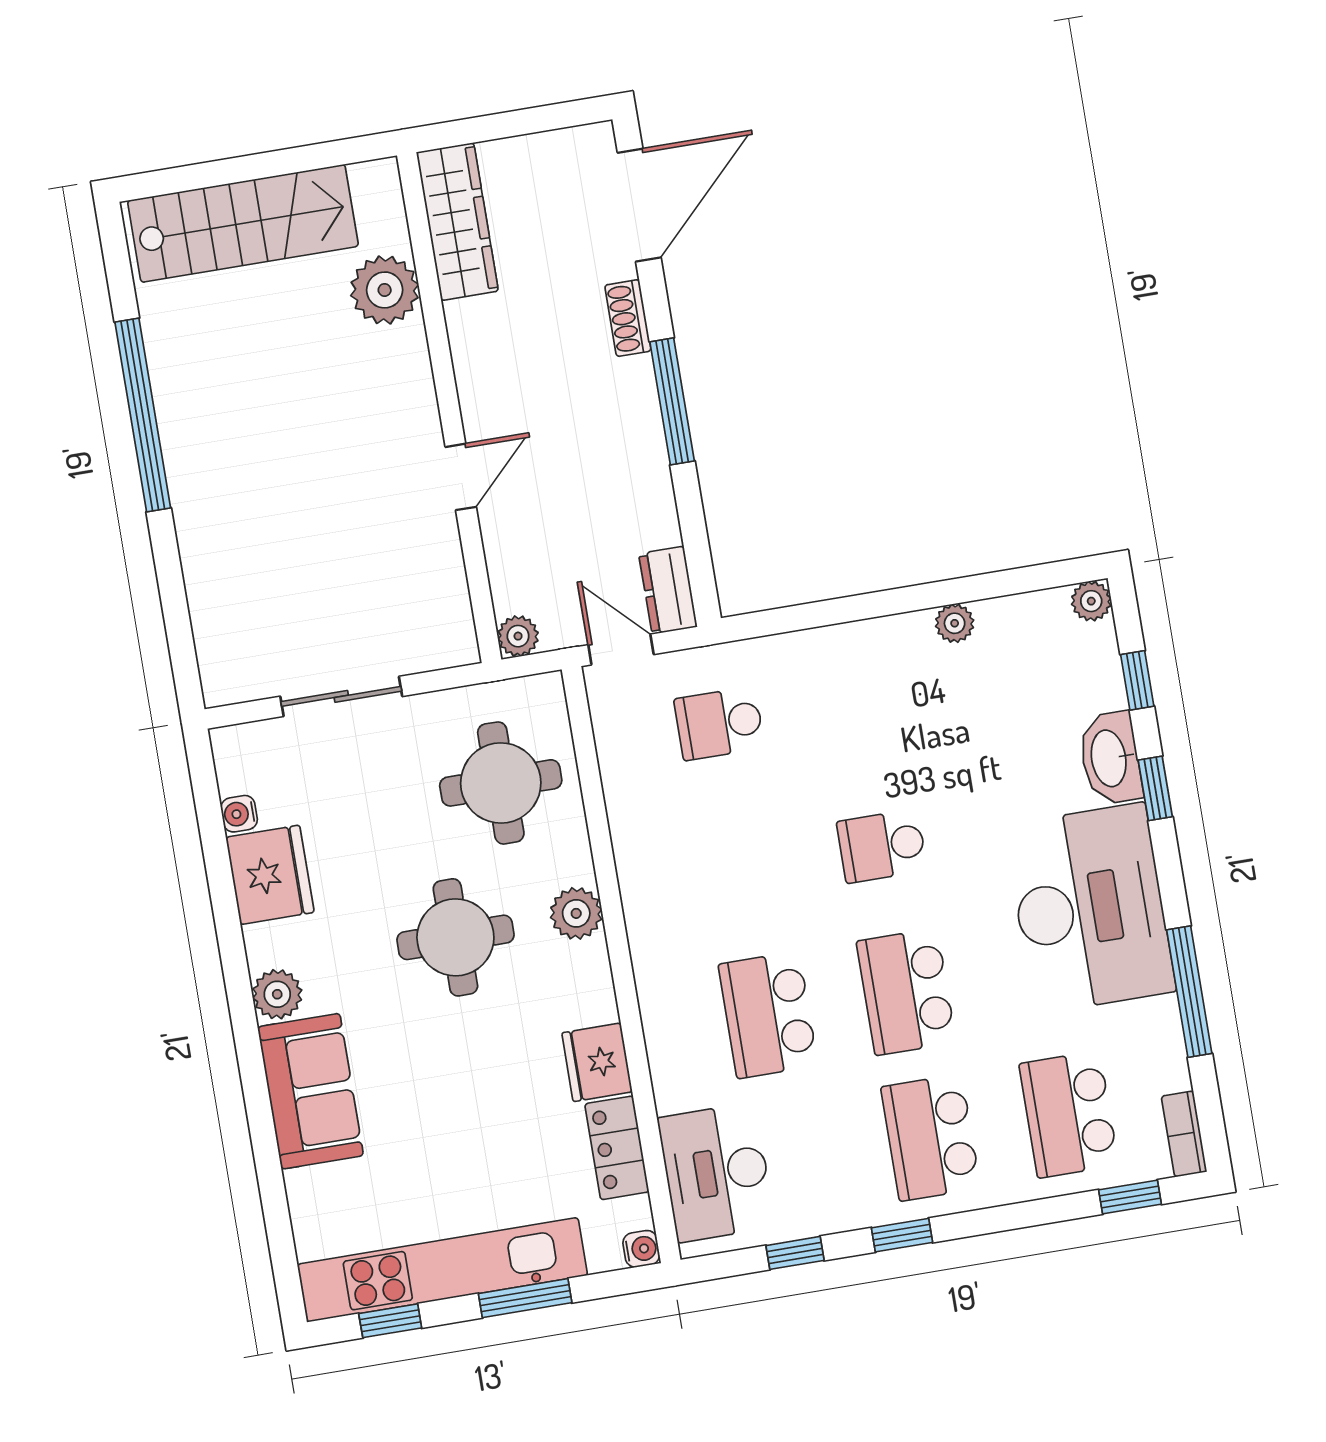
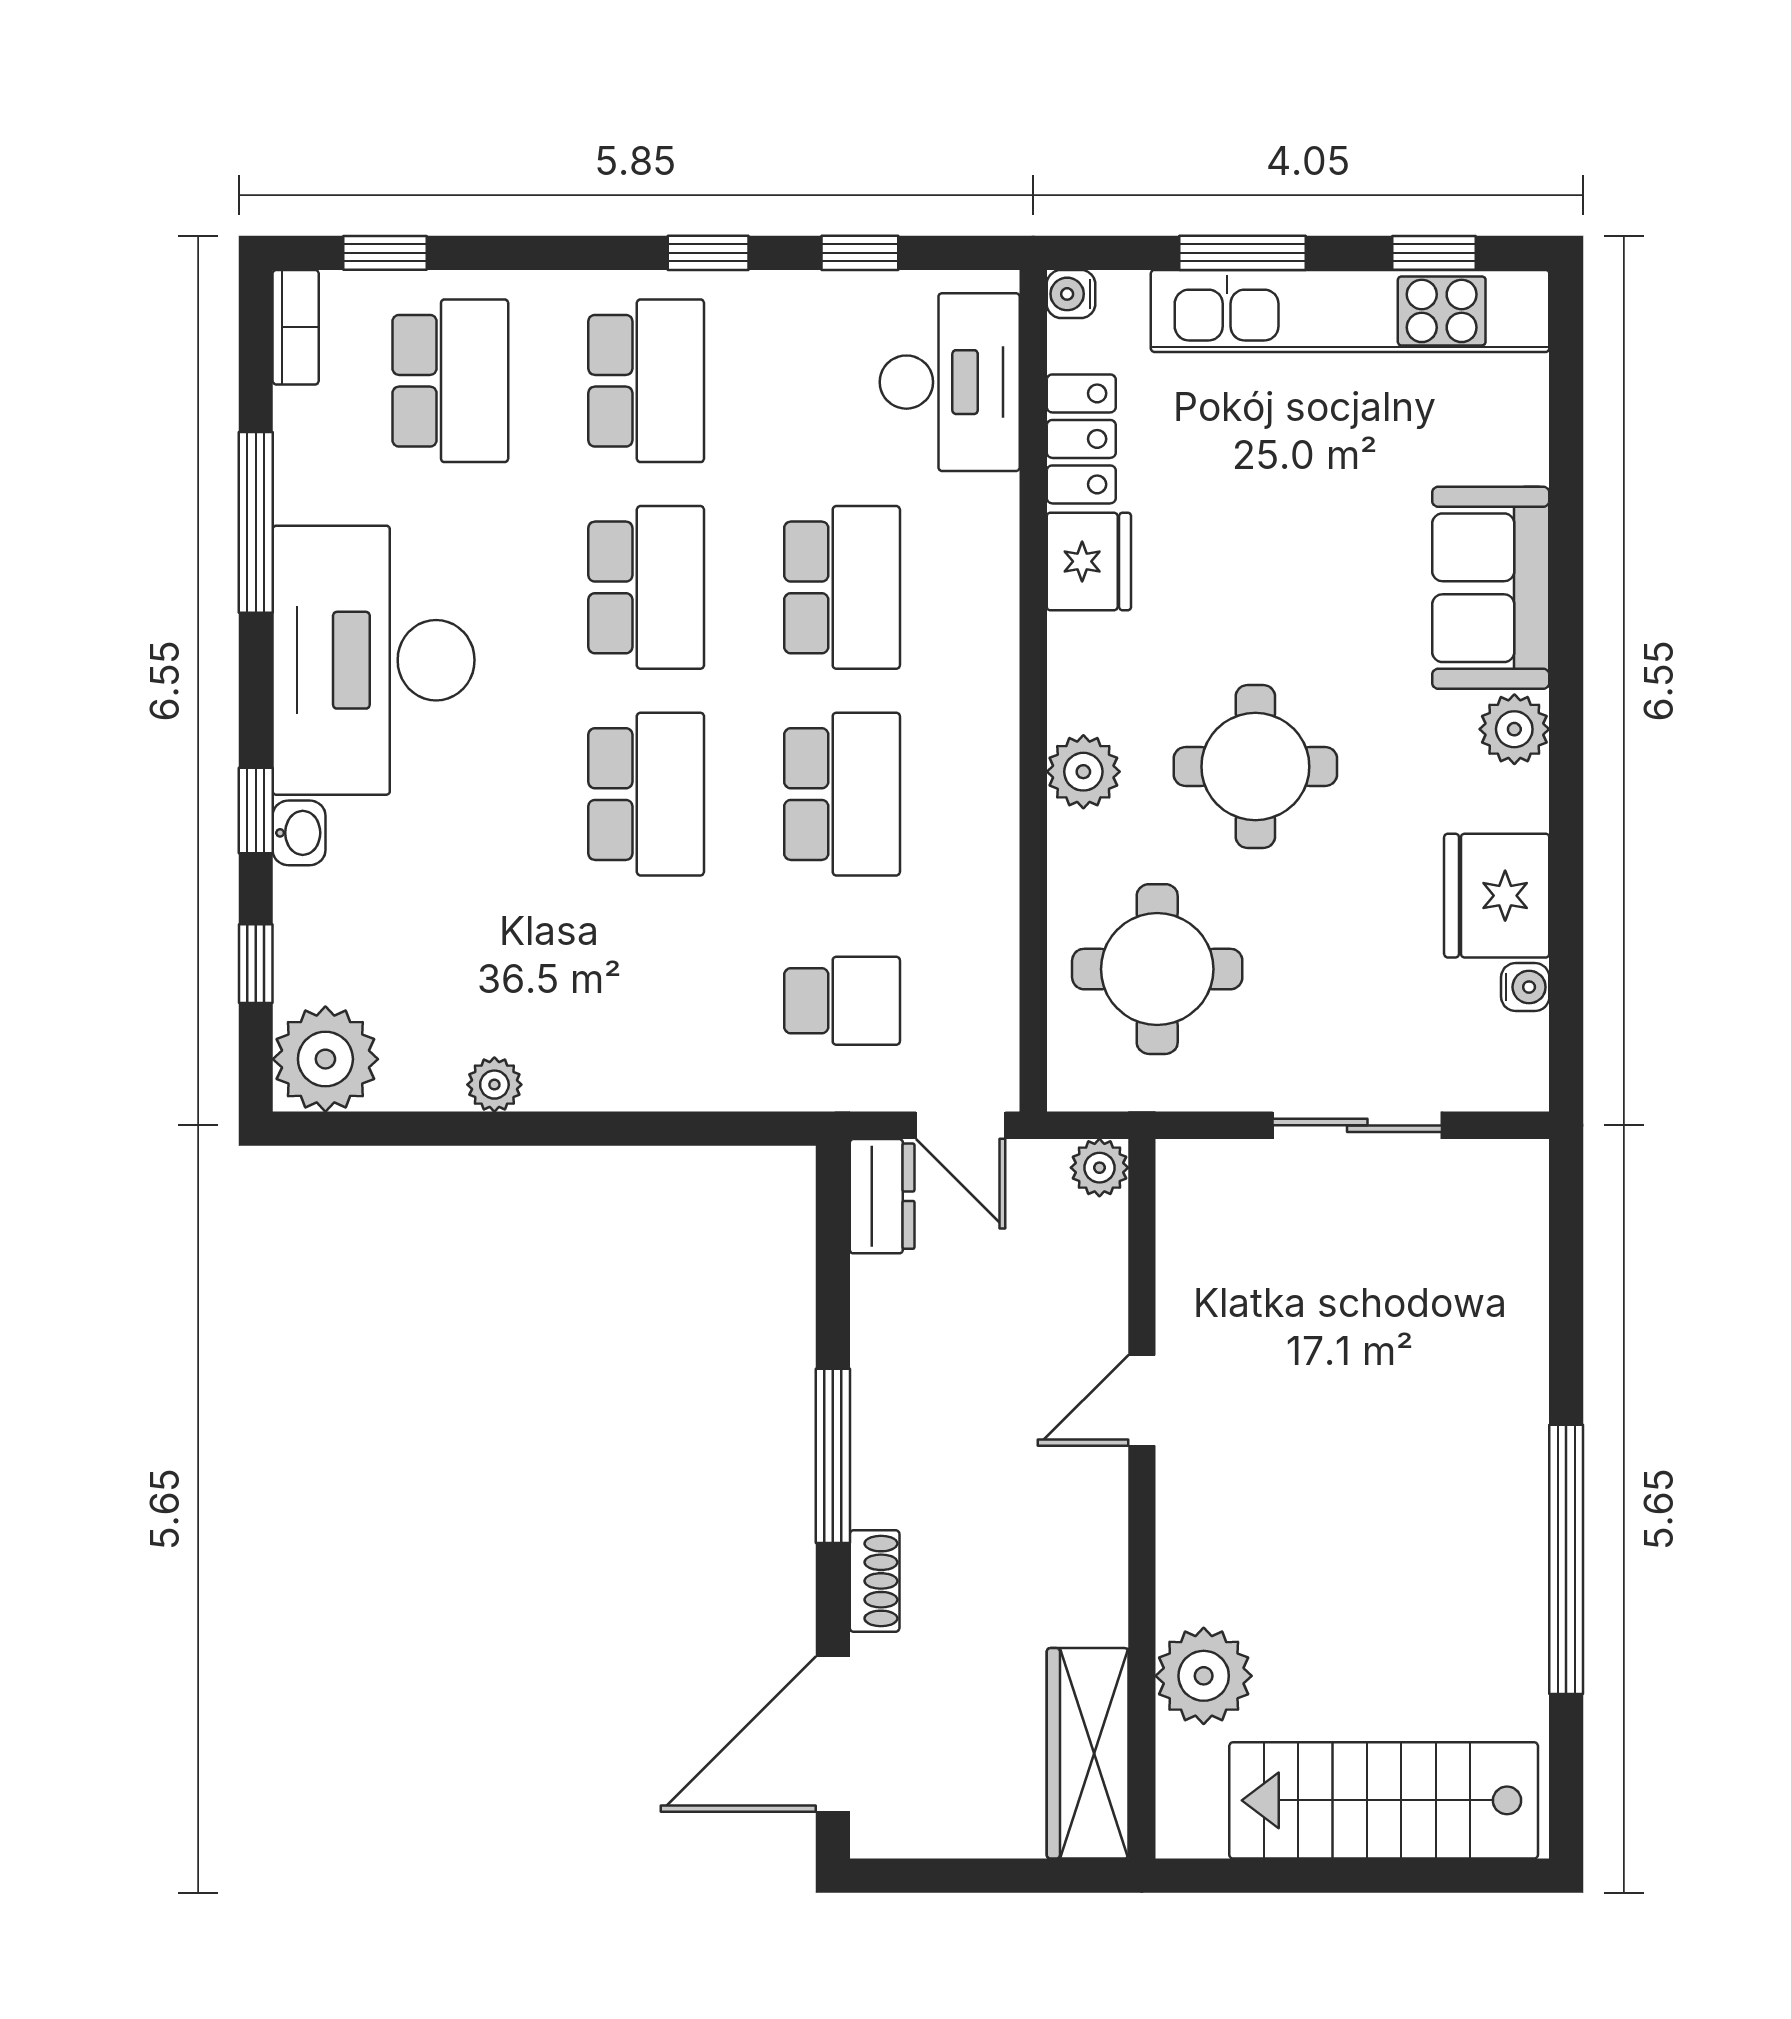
plant: (1091, 601) -> (325, 1059), width x1.87, depth x1.87
washbasin: (1110, 758) -> (299, 833), width x0.52, depth x0.69
school desk: (882, 846) -> (646, 794), width x1.85
school desk: (744, 869) -> (842, 794), added

